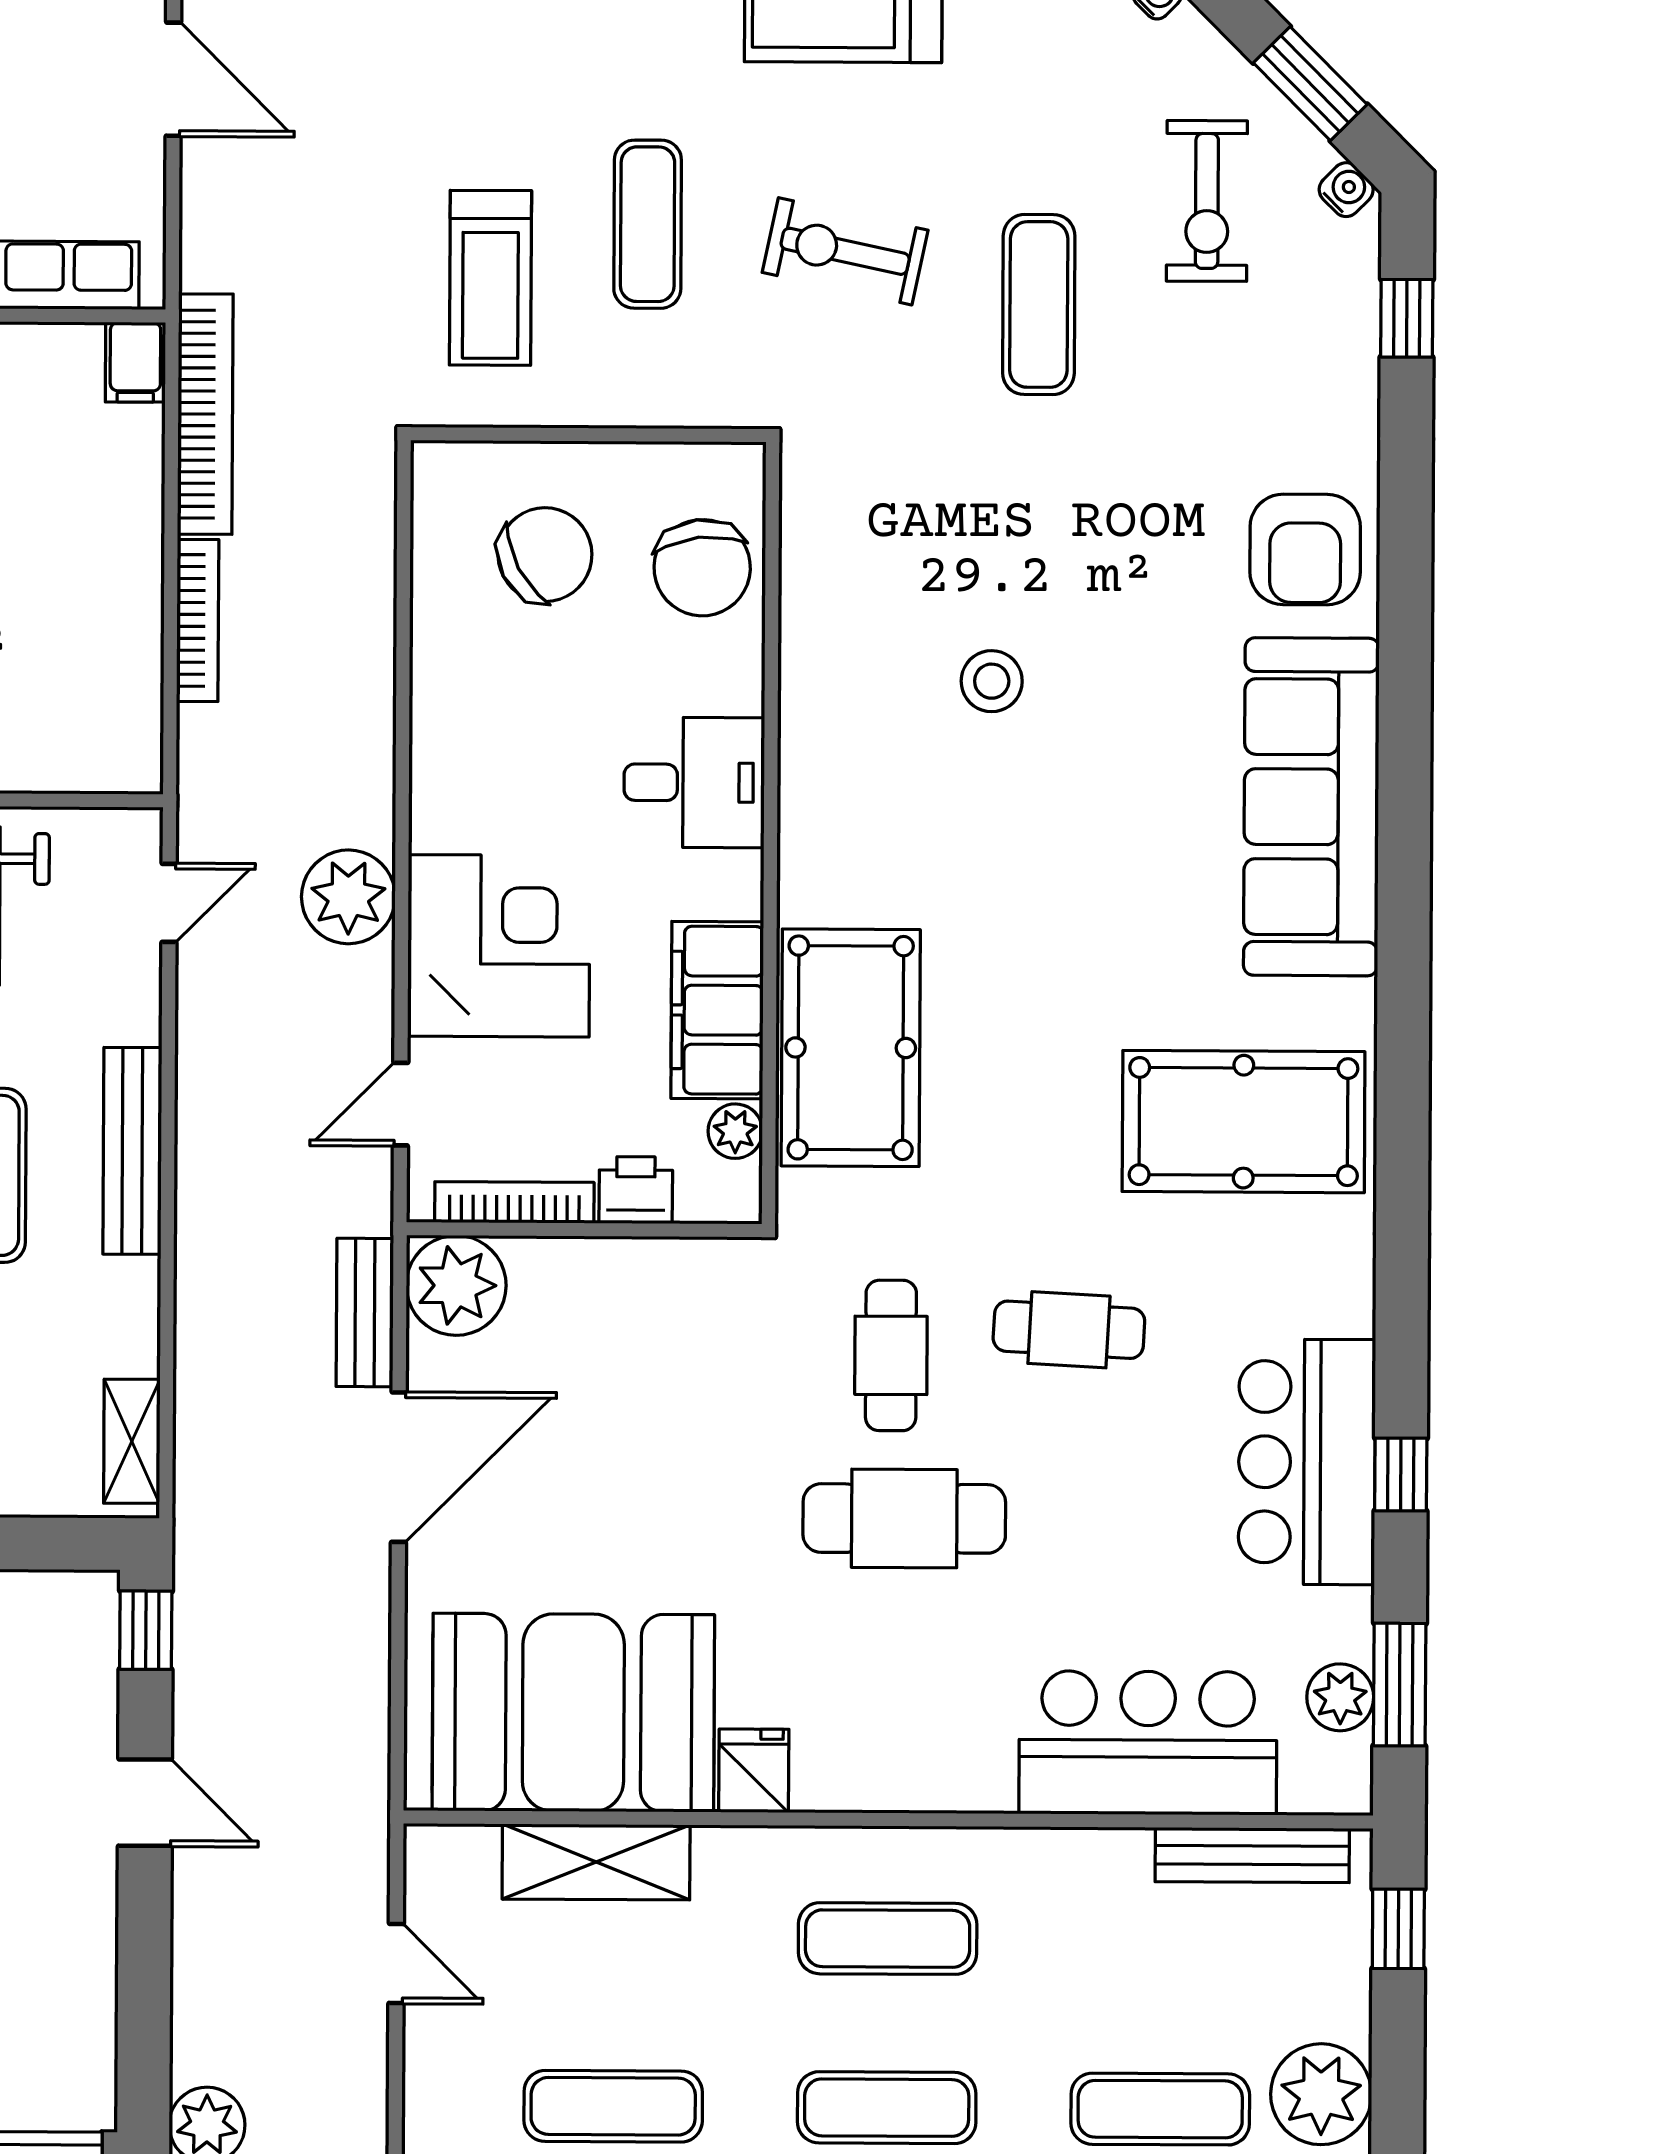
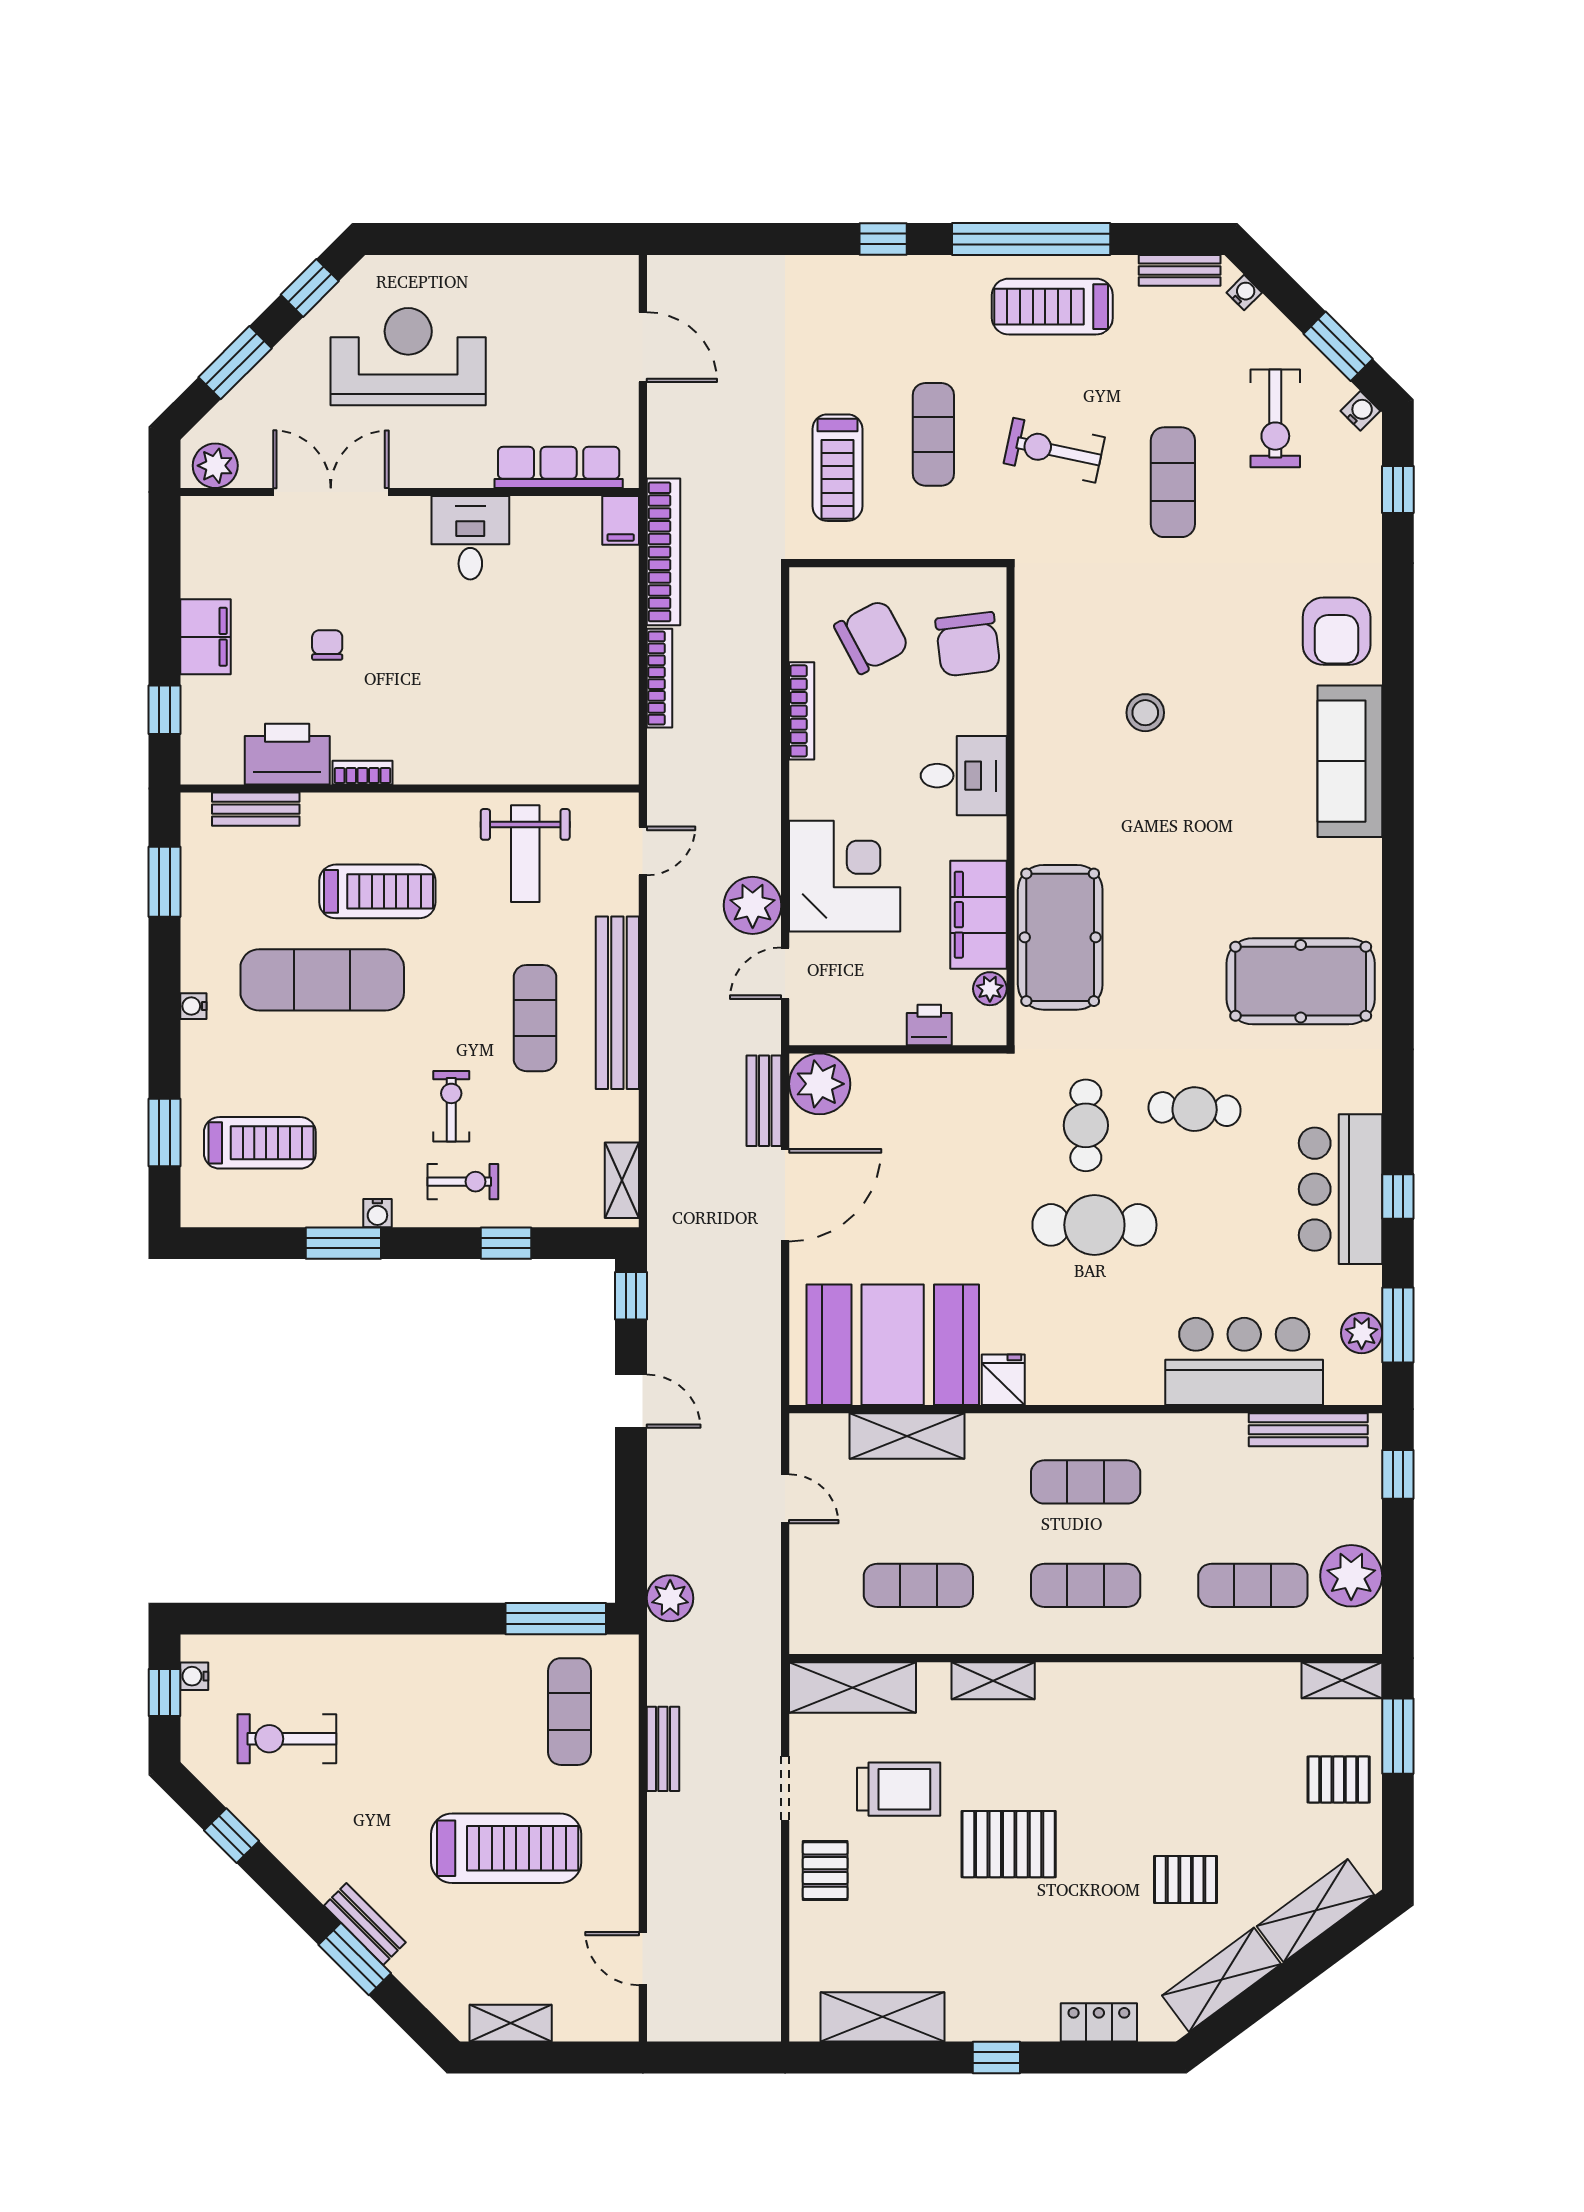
sofa: (1311, 807) -> (1350, 761), width x0.74, depth x0.79
plant: (348, 897) -> (753, 905), moved
bench: (132, 1151) -> (617, 1003), width x1.37, depth x1.21
bookcase: (514, 1202) -> (802, 711), moved, turned 90

